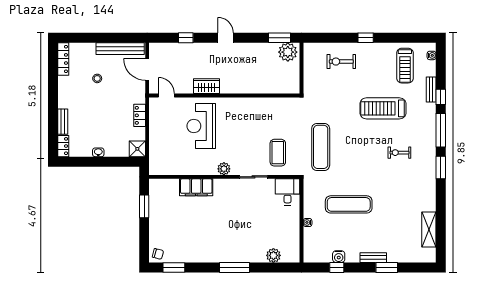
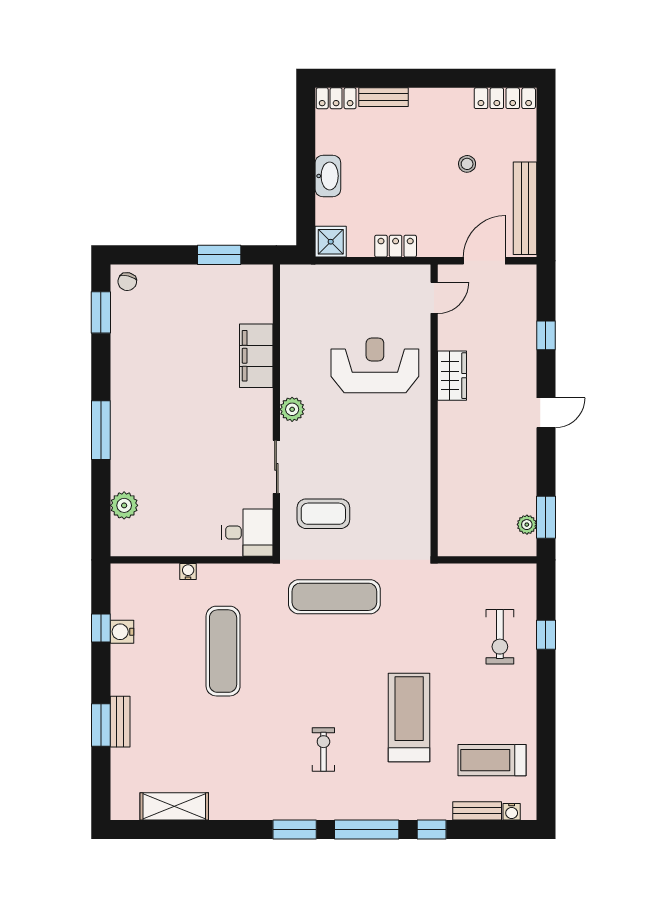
window: (366, 38) -> (546, 635), moved
plant: (288, 52) -> (527, 525), width x0.53, depth x0.53
exercise bike: (341, 62) -> (500, 637), turned 180
bench: (431, 90) -> (477, 811), moved
washbasin: (98, 152) -> (328, 176), width x1.91, depth x1.45
bench: (373, 258) -> (120, 722), moved

